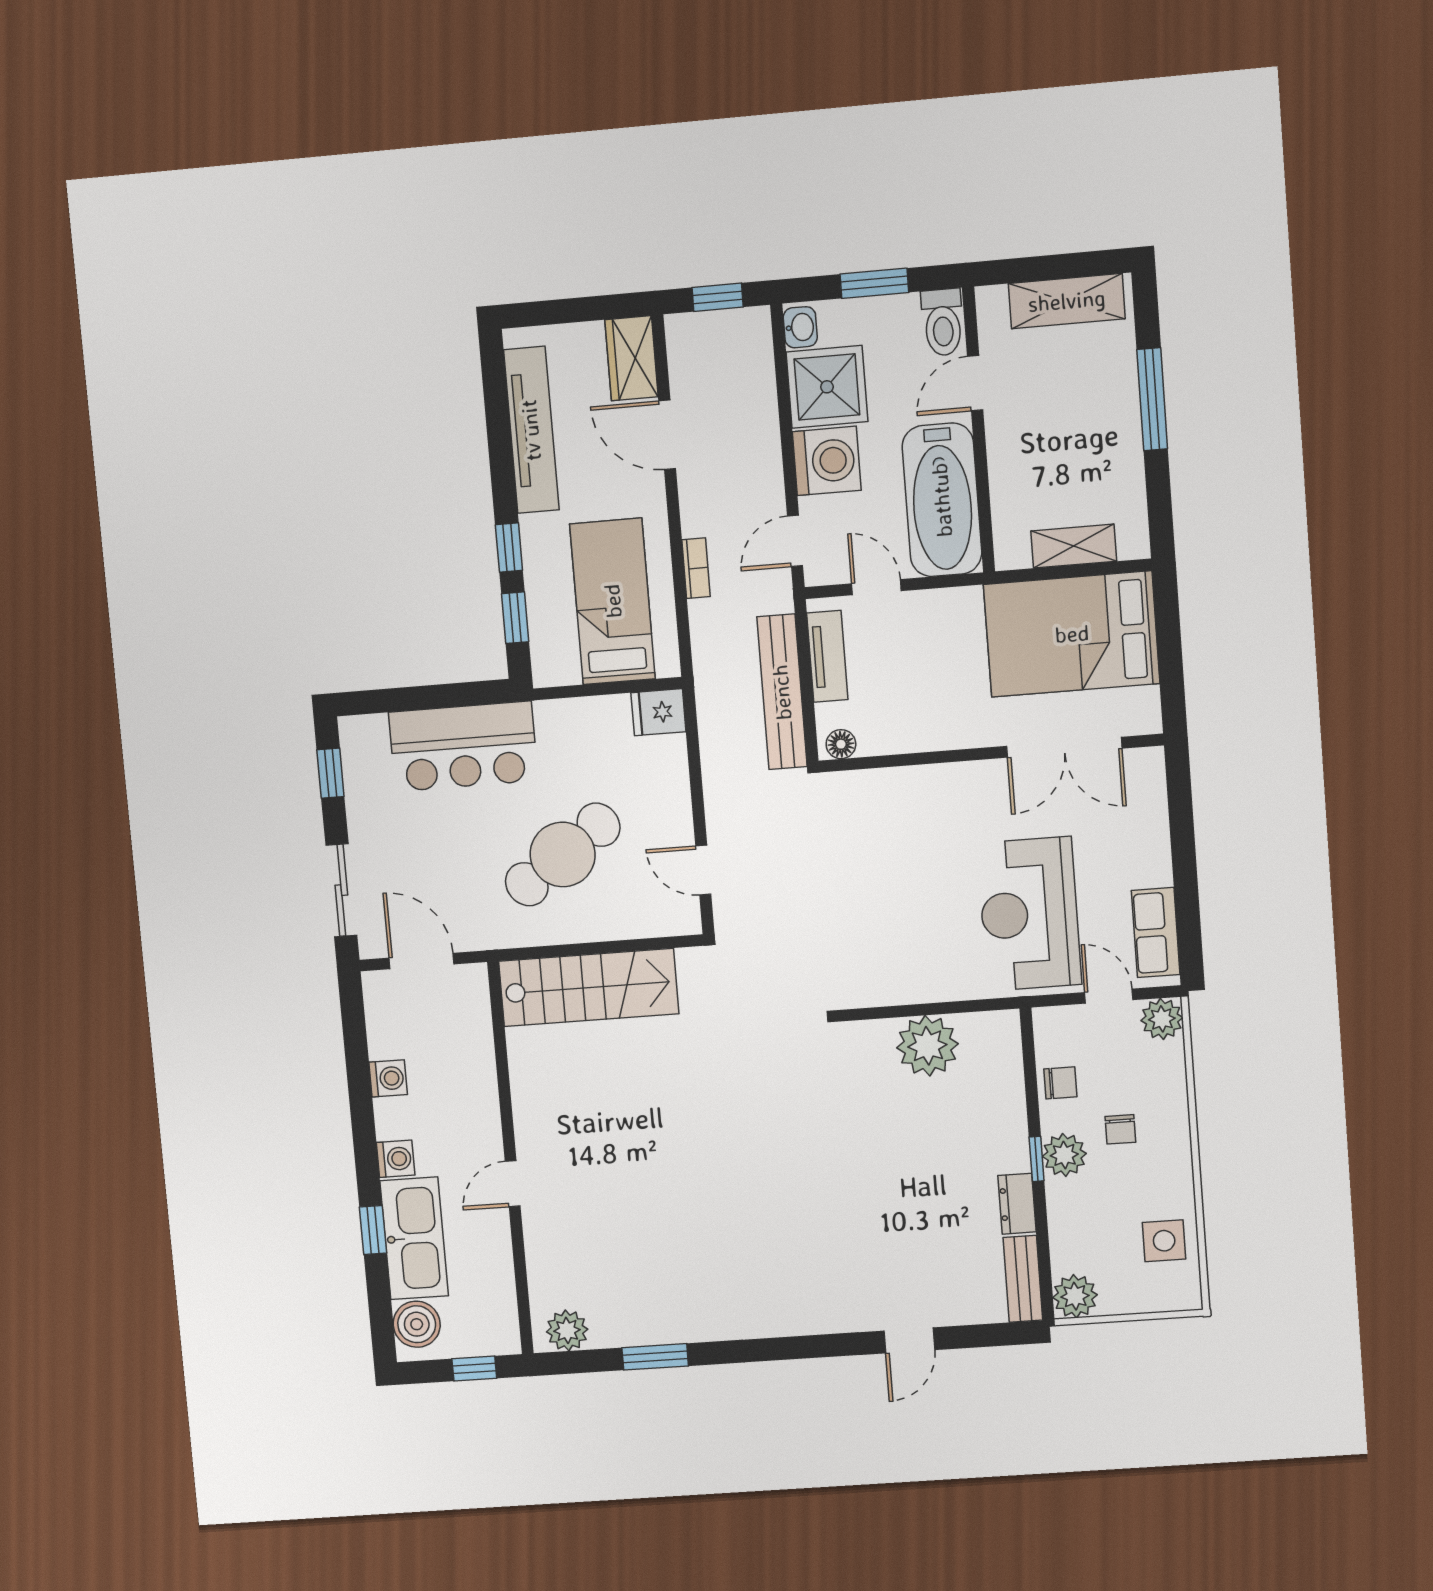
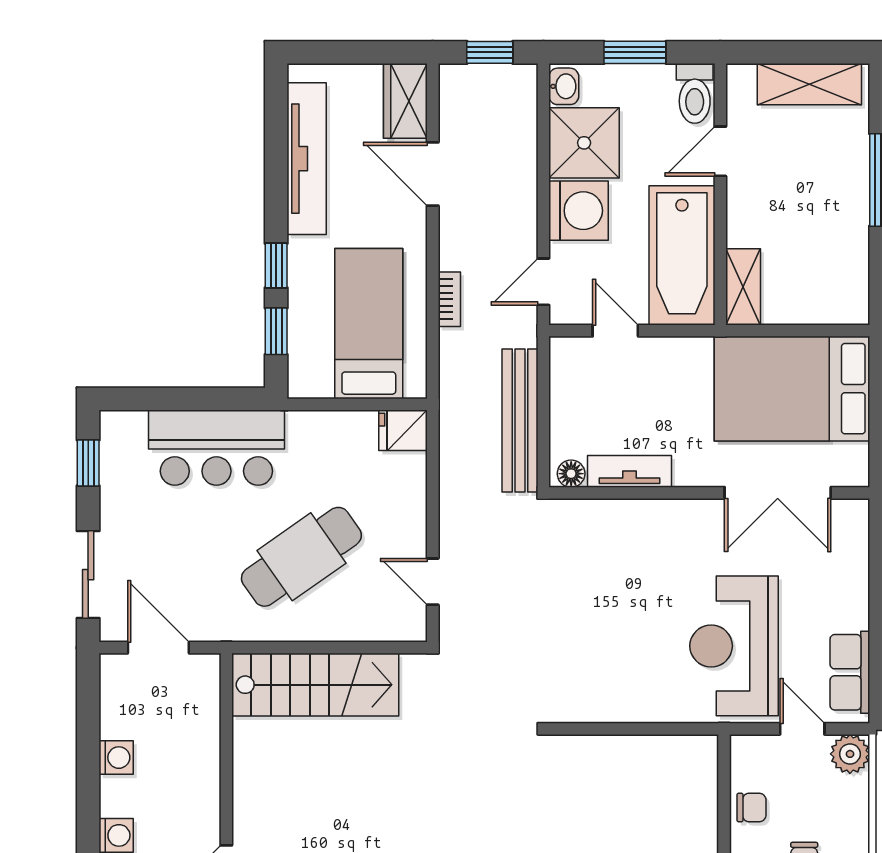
shelving: (1074, 546) -> (743, 287), moved, turned 90
tv unit: (827, 656) -> (630, 471), moved, turned -90
plant: (927, 1046) -> (630, 763), removed

